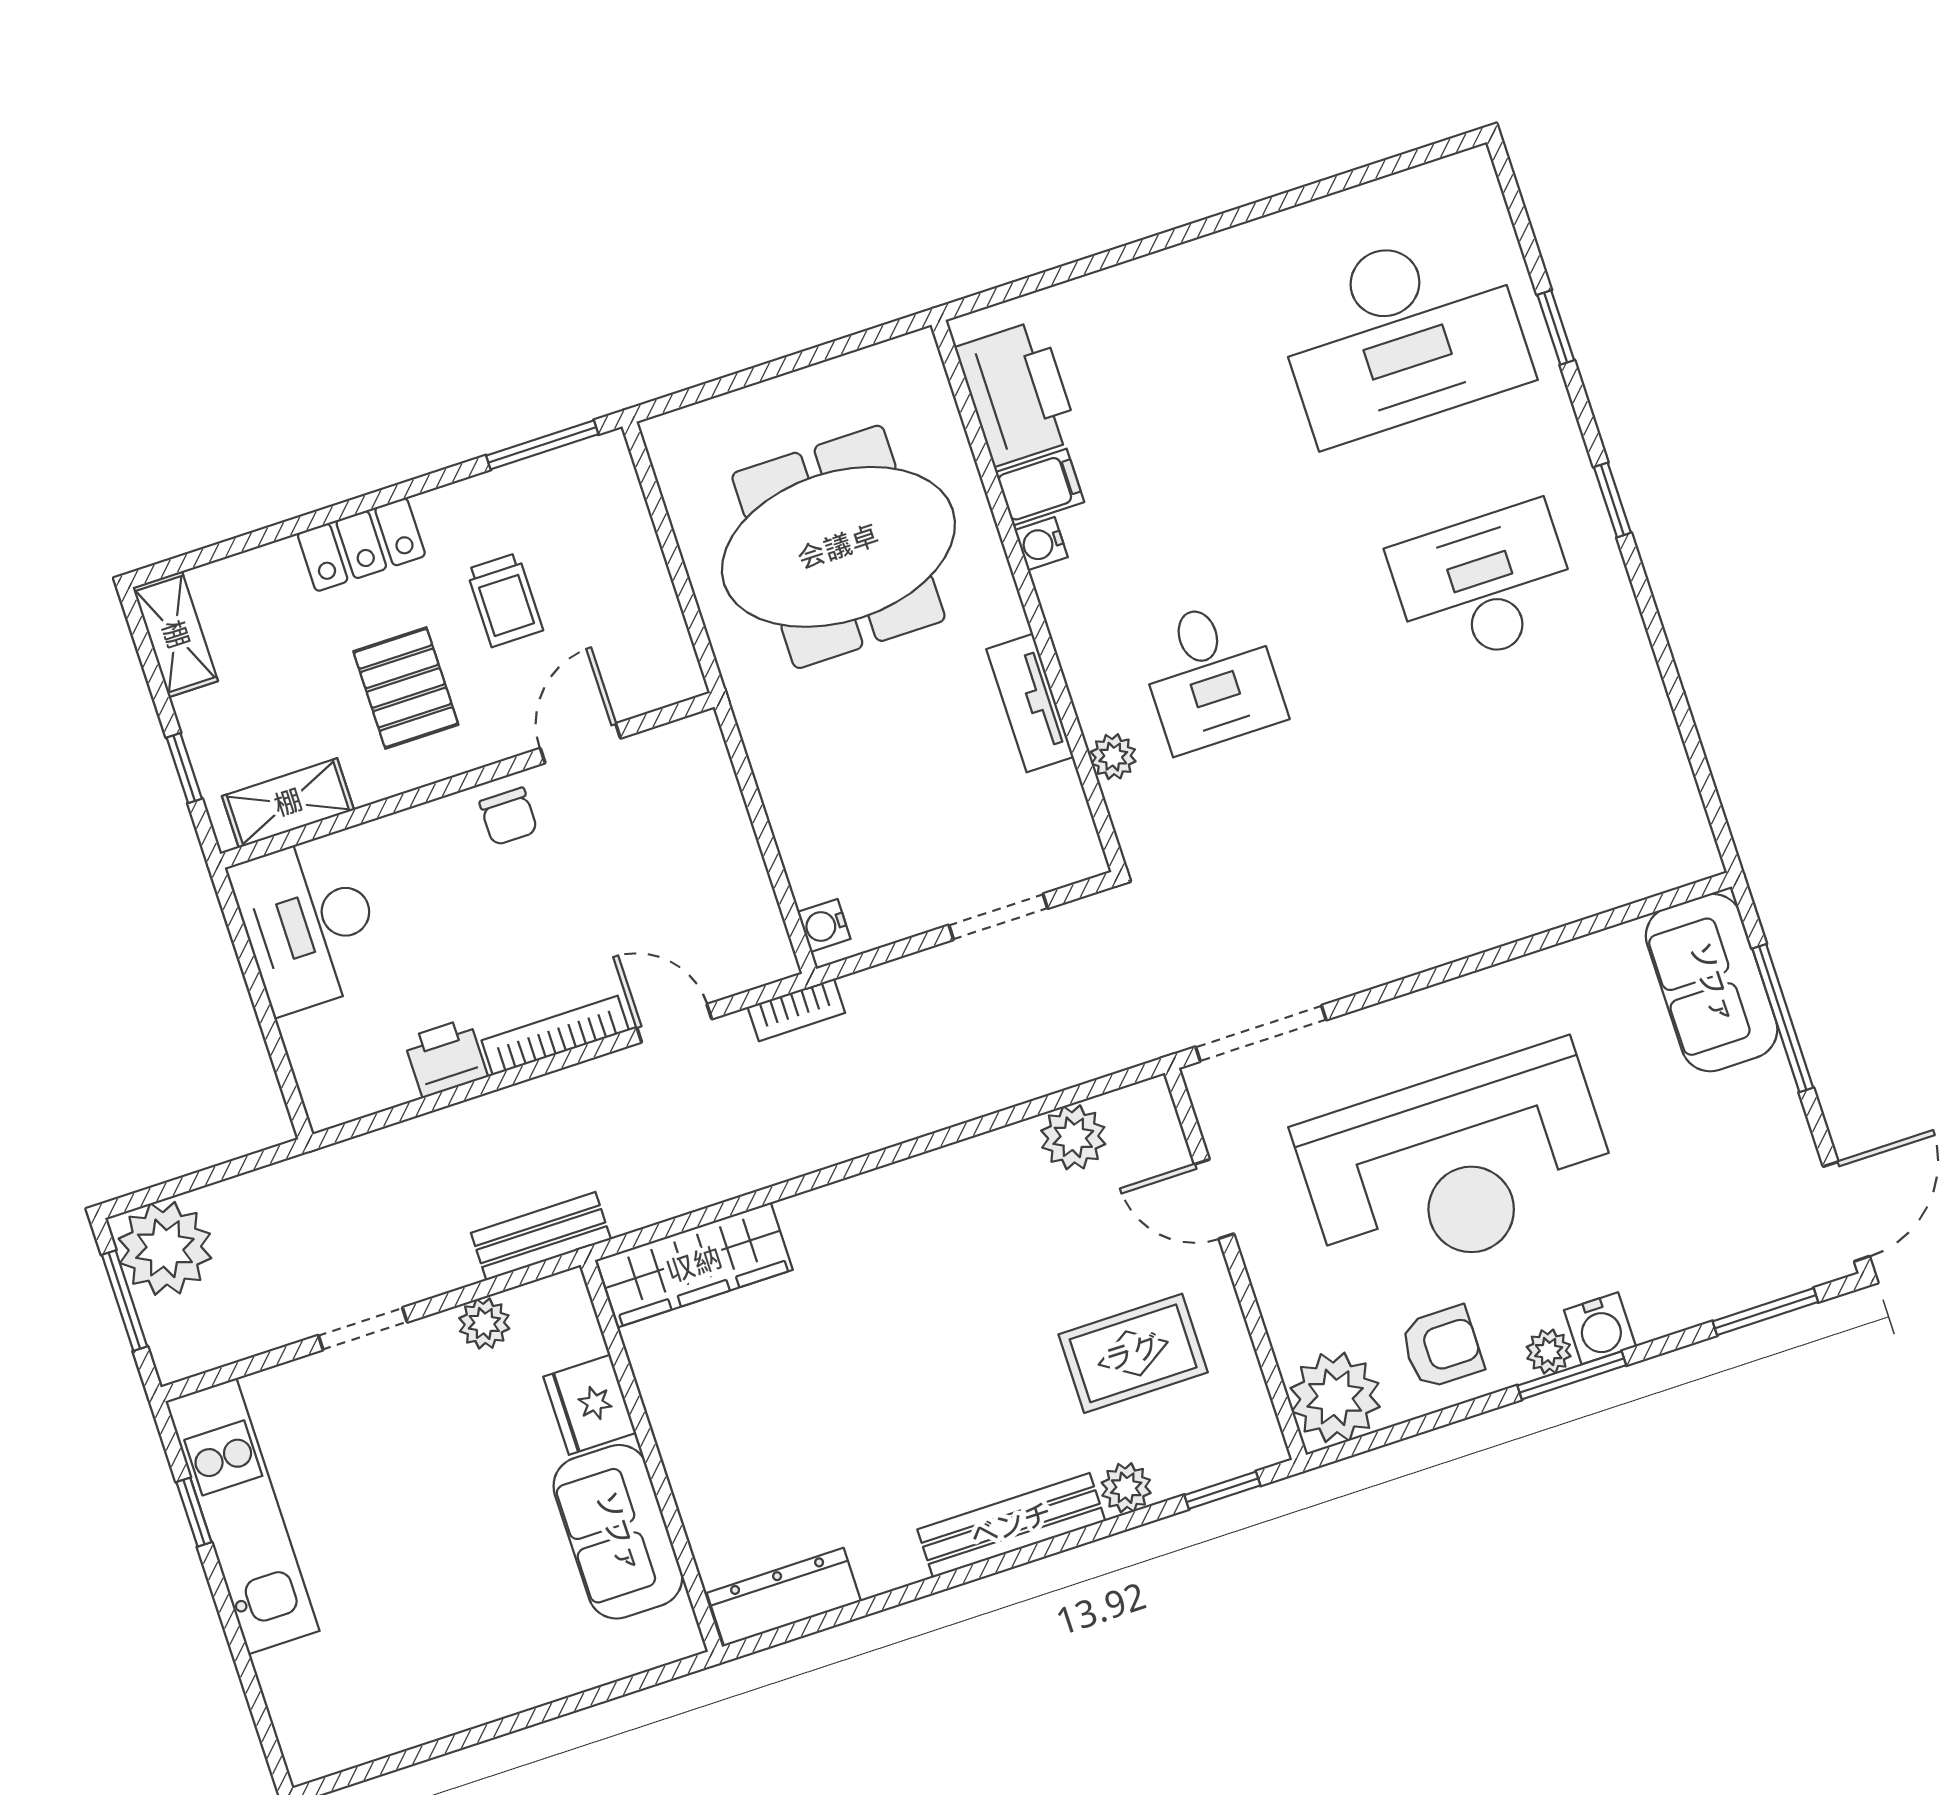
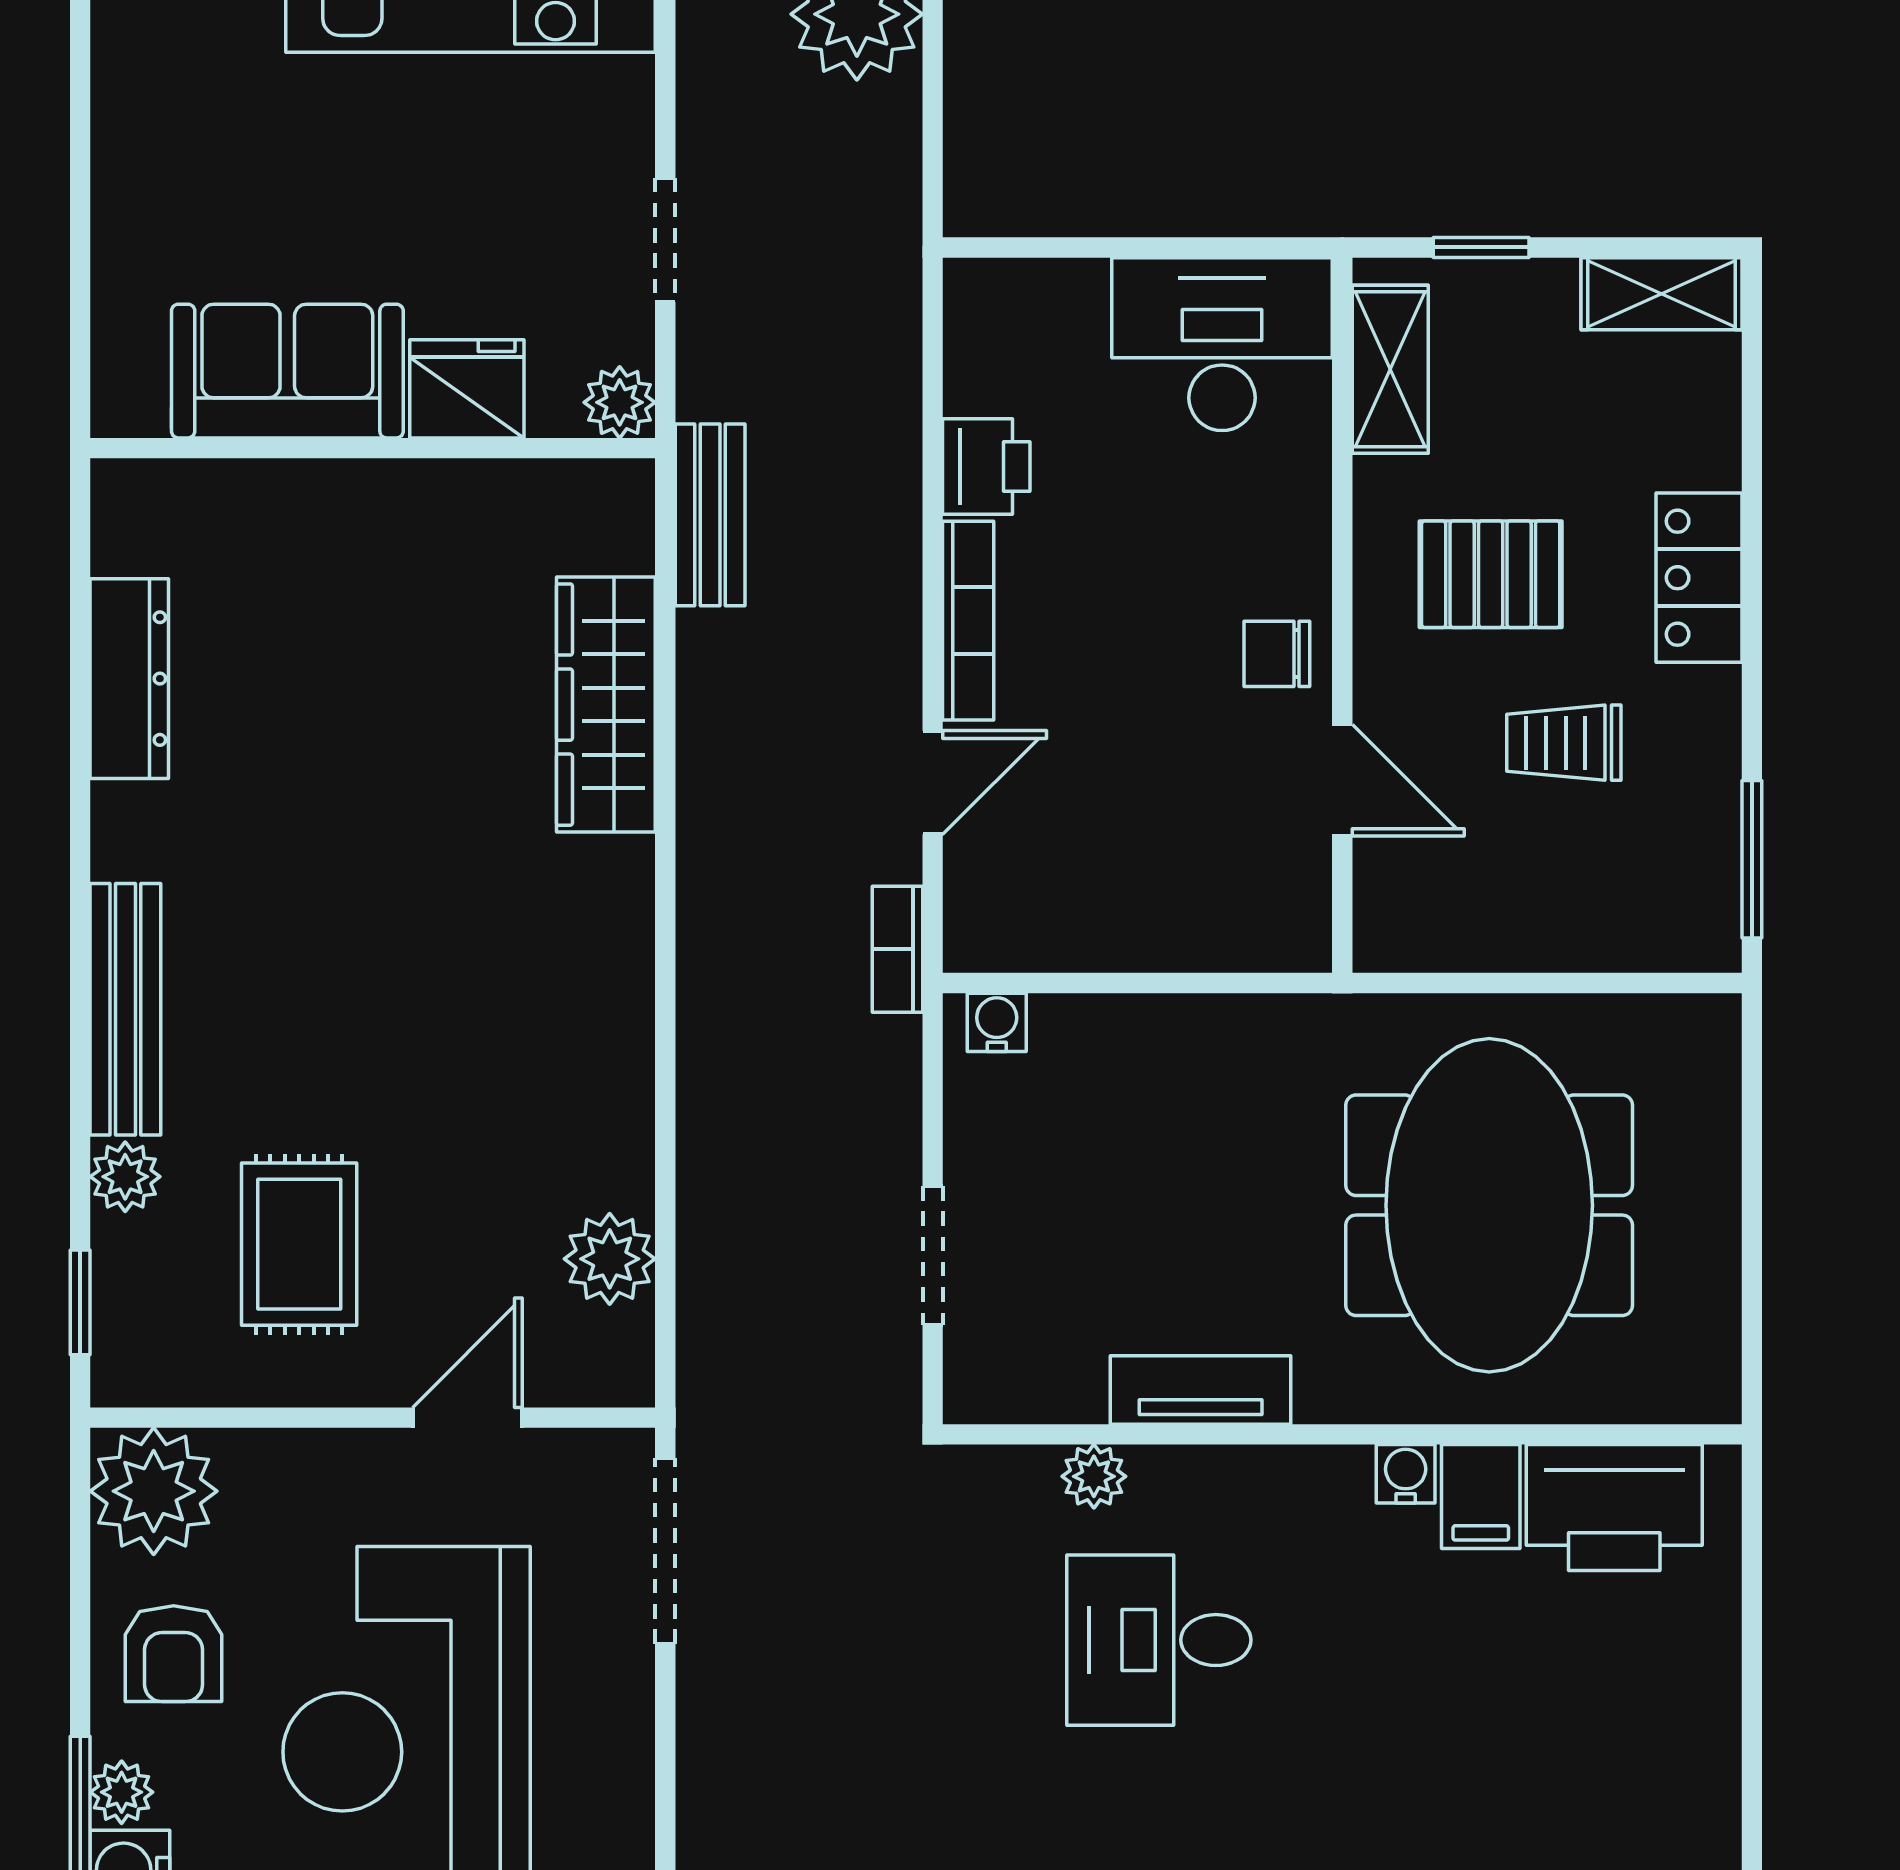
fridge: (590, 1405) -> (467, 389), moved
wall: (651, 1456) -> (373, 448), moved
sofa: (618, 1532) -> (287, 371), moved

